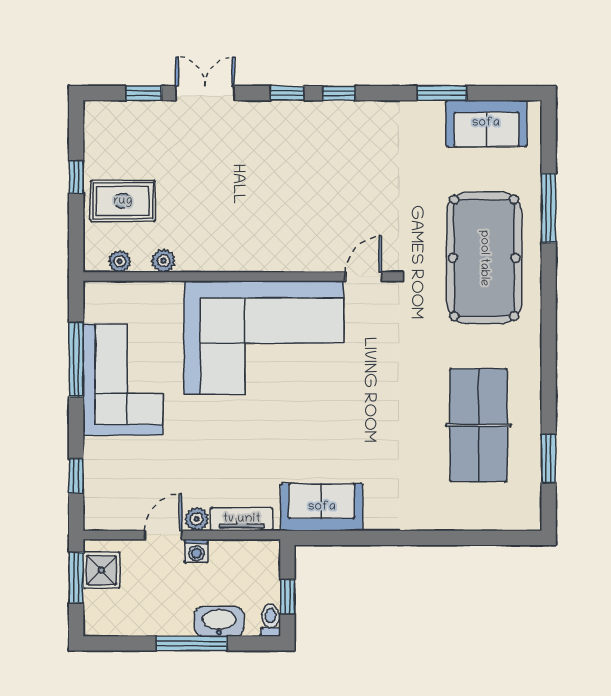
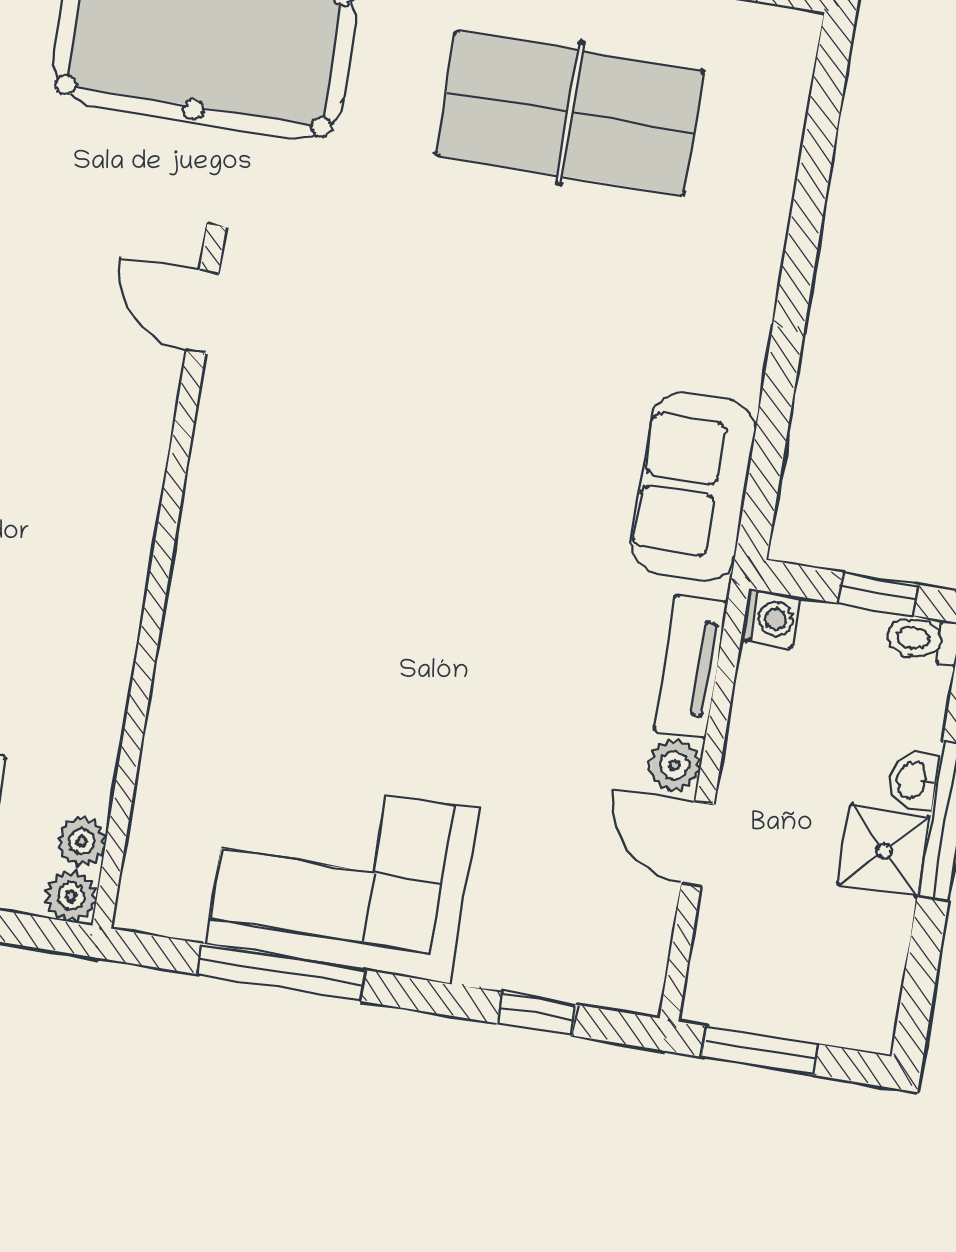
plant: (163, 261) -> (71, 896), moved
corner sofa: (264, 337) -> (300, 552), removed
washing machine: (196, 551) -> (771, 618), moved
shower: (101, 570) -> (884, 851), moved
washbasin: (219, 621) -> (913, 780), width x0.52, depth x0.69

